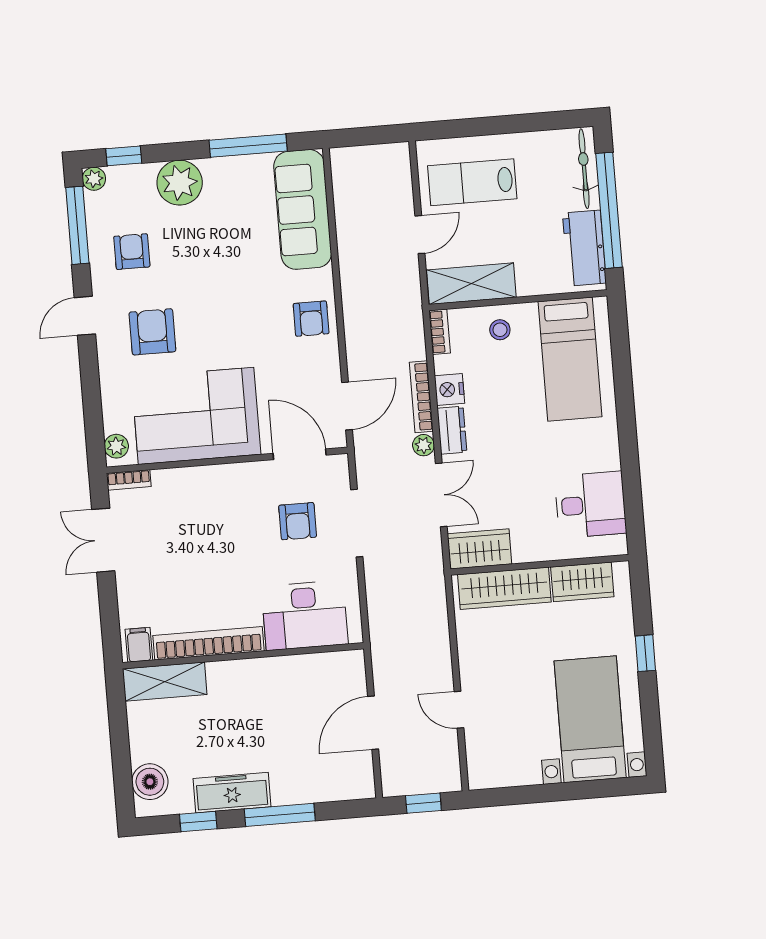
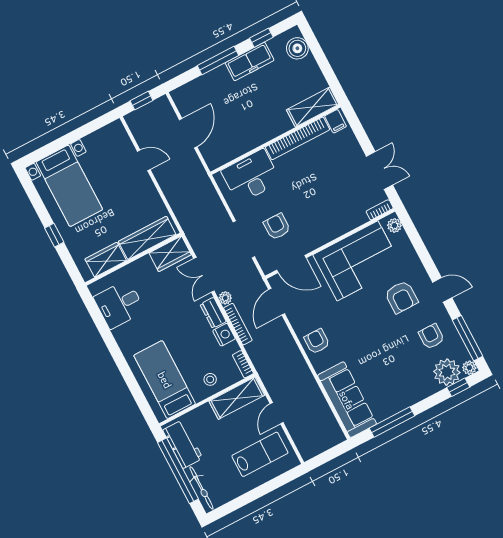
plant: (180, 183) -> (447, 372), moved
armchair: (132, 252) -> (431, 336), turned 180
door: (85, 316) -> (442, 290), hinge flipped

